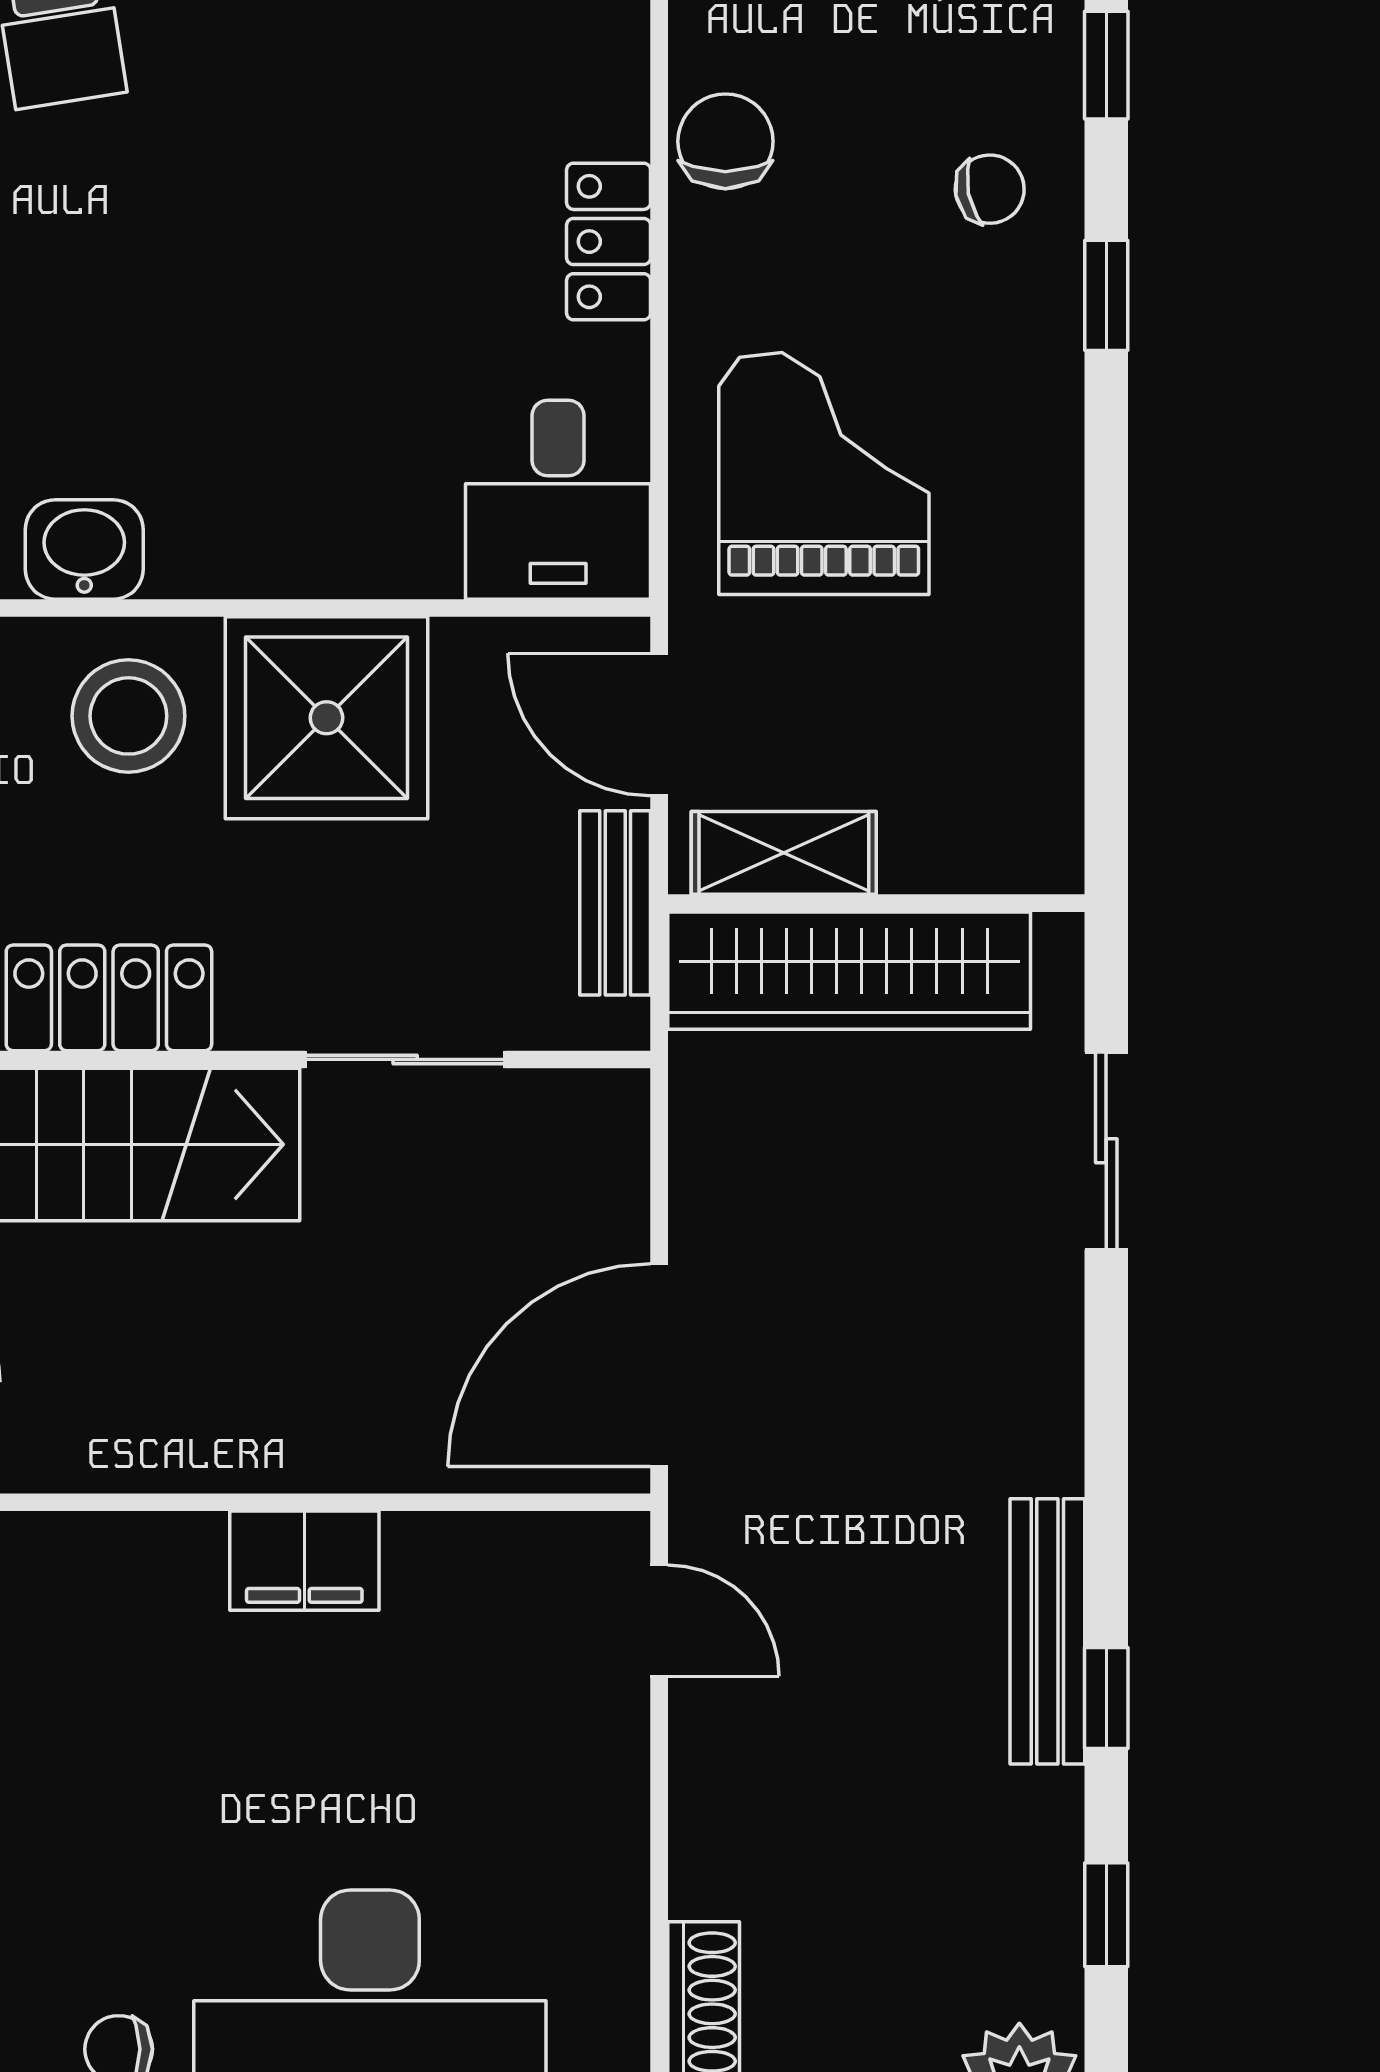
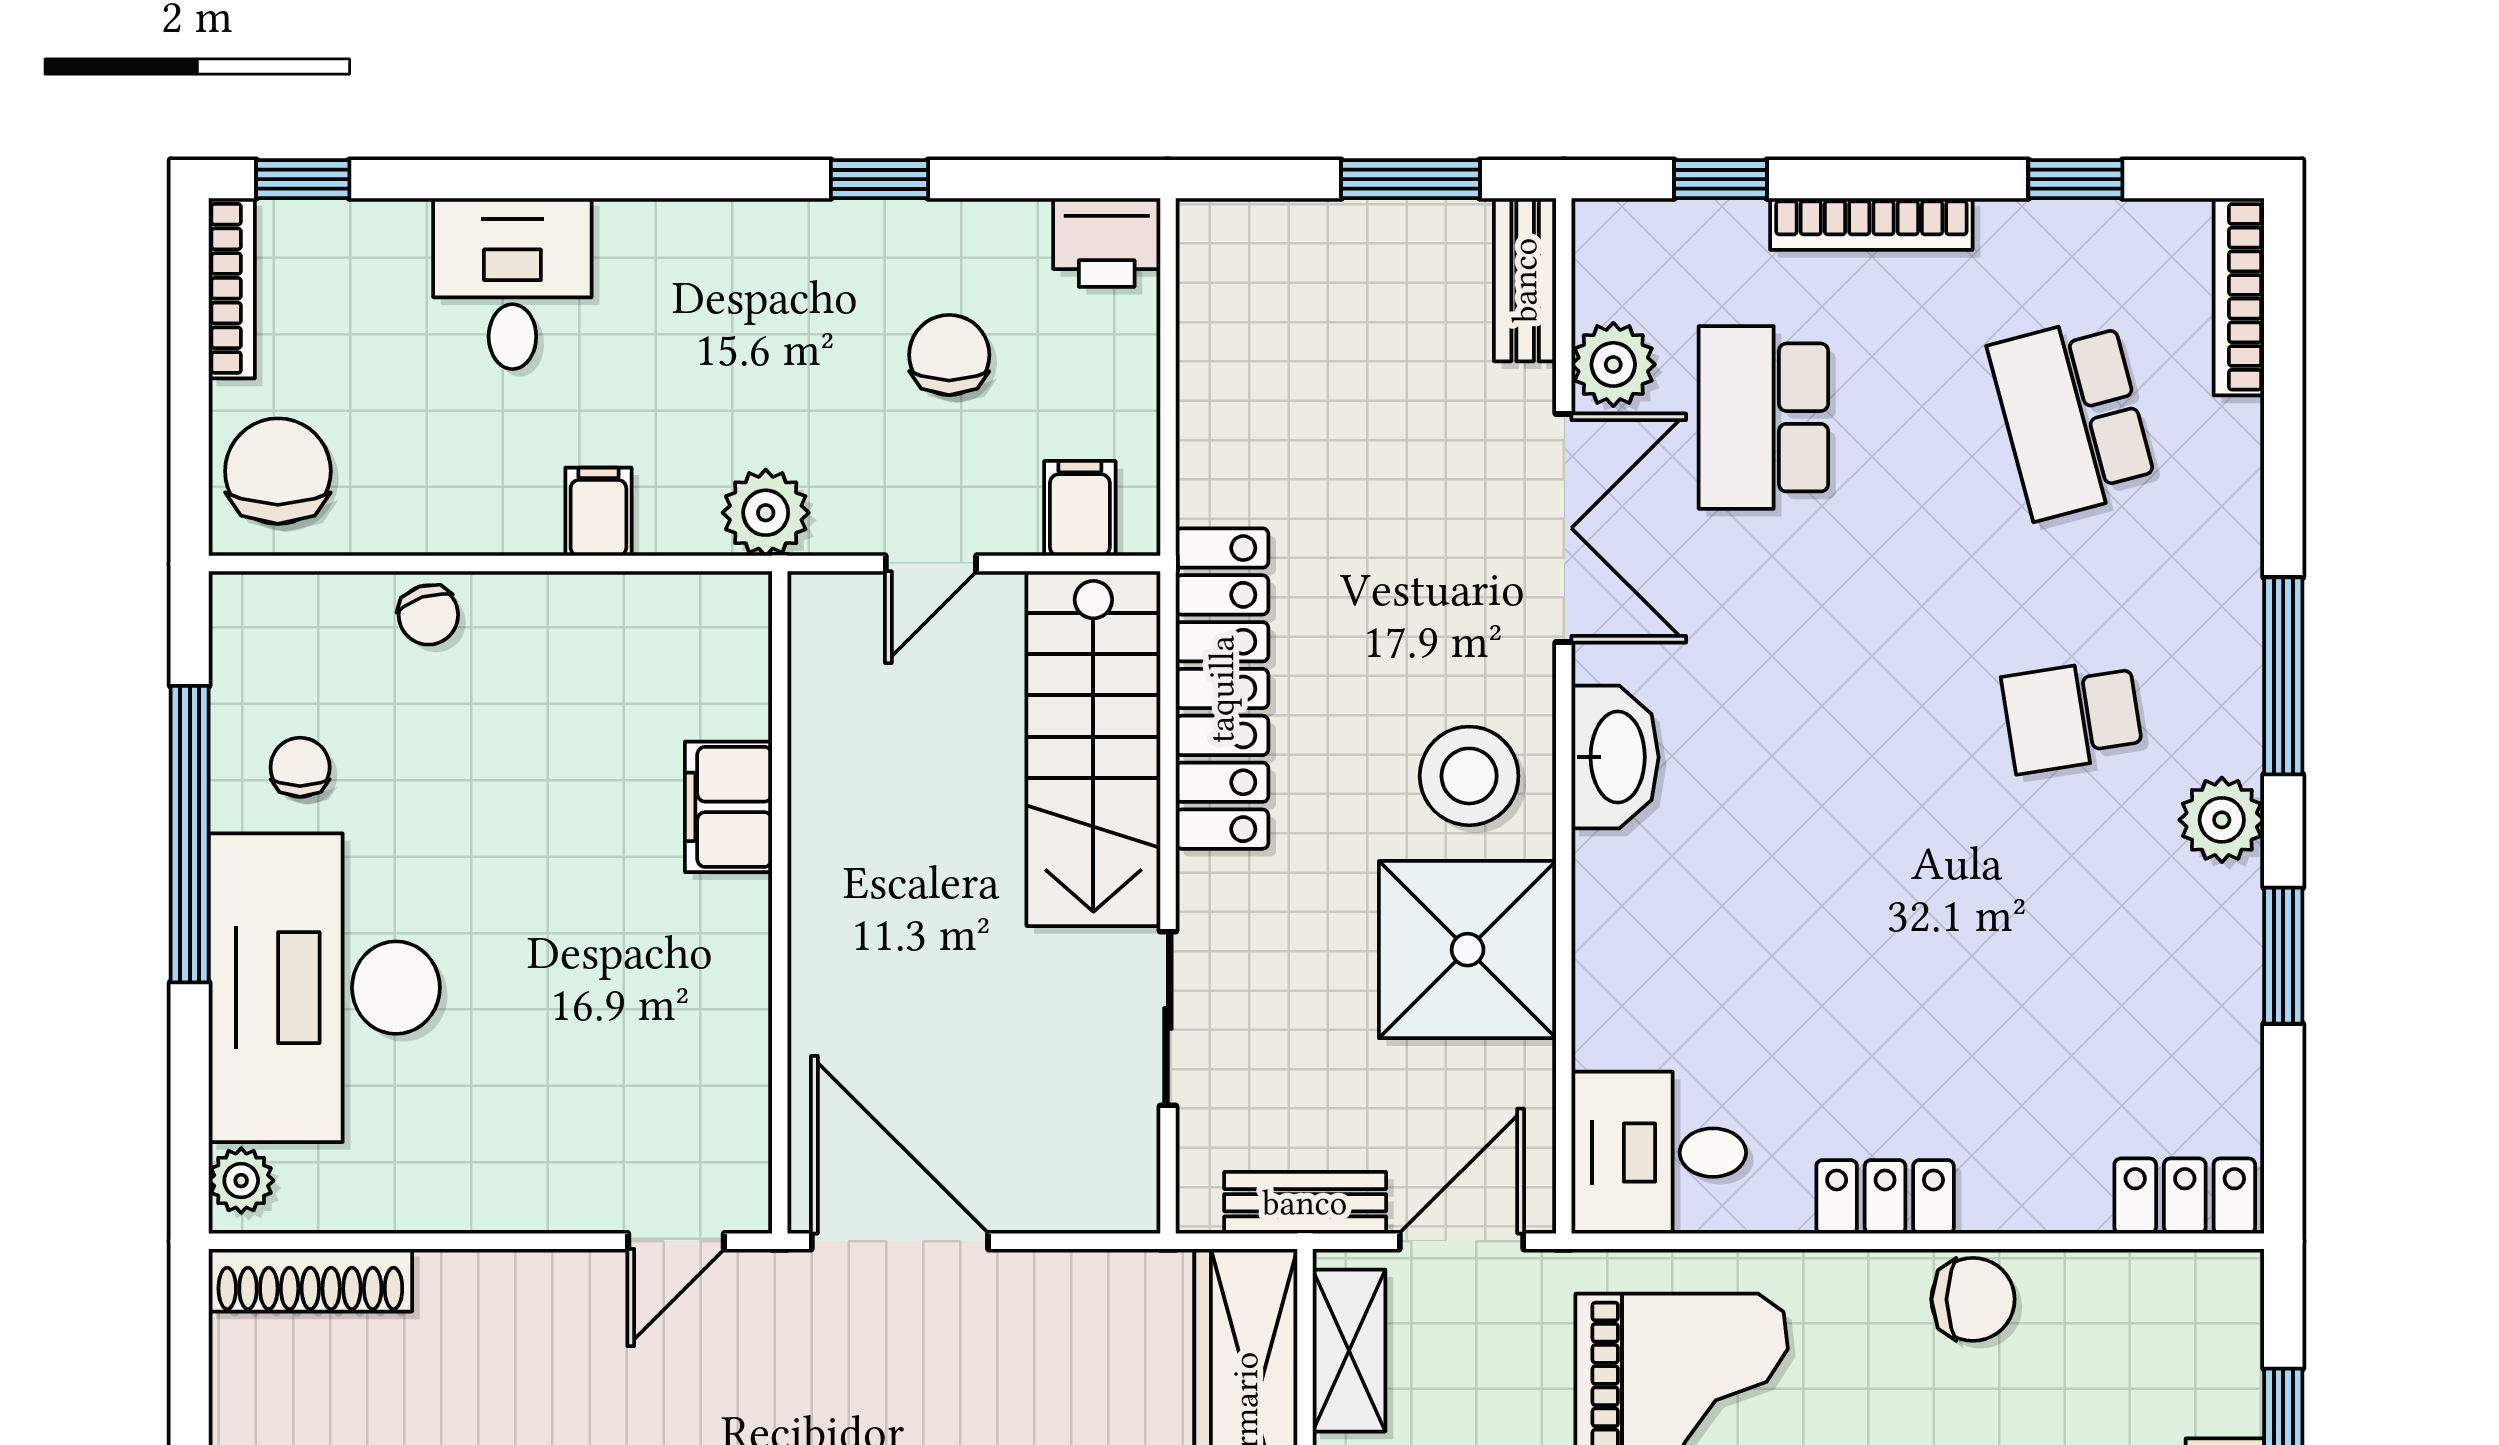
washbasin: (84, 549) -> (1615, 757), width x1.38
filing cabinet: (304, 1561) -> (729, 807), moved

